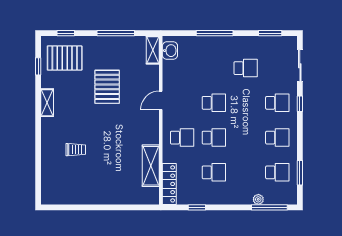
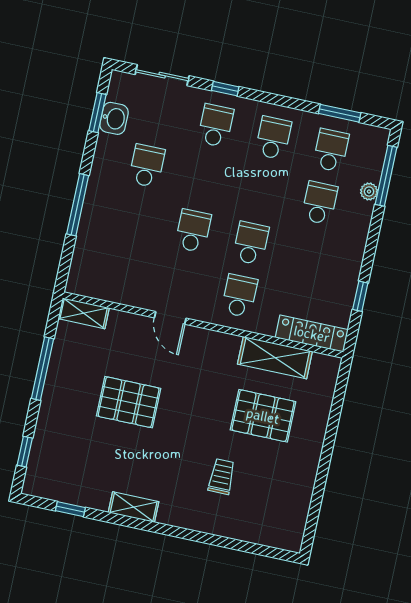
washbasin: (170, 51) -> (114, 118), moved, turned 90
pallet: (65, 58) -> (263, 416), moved, turned 90
school desk: (214, 172) -> (320, 203), moved

